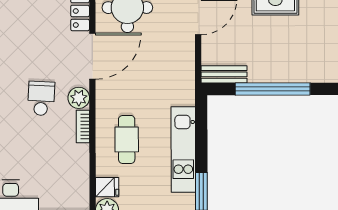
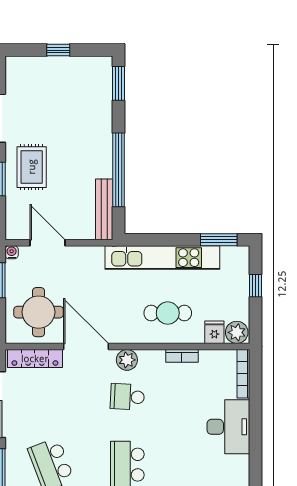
bench: (224, 74) -> (104, 209), width x1.36
bookcase: (83, 127) -> (182, 356), moved
kitchen unit: (183, 149) -> (162, 258), width x1.36

